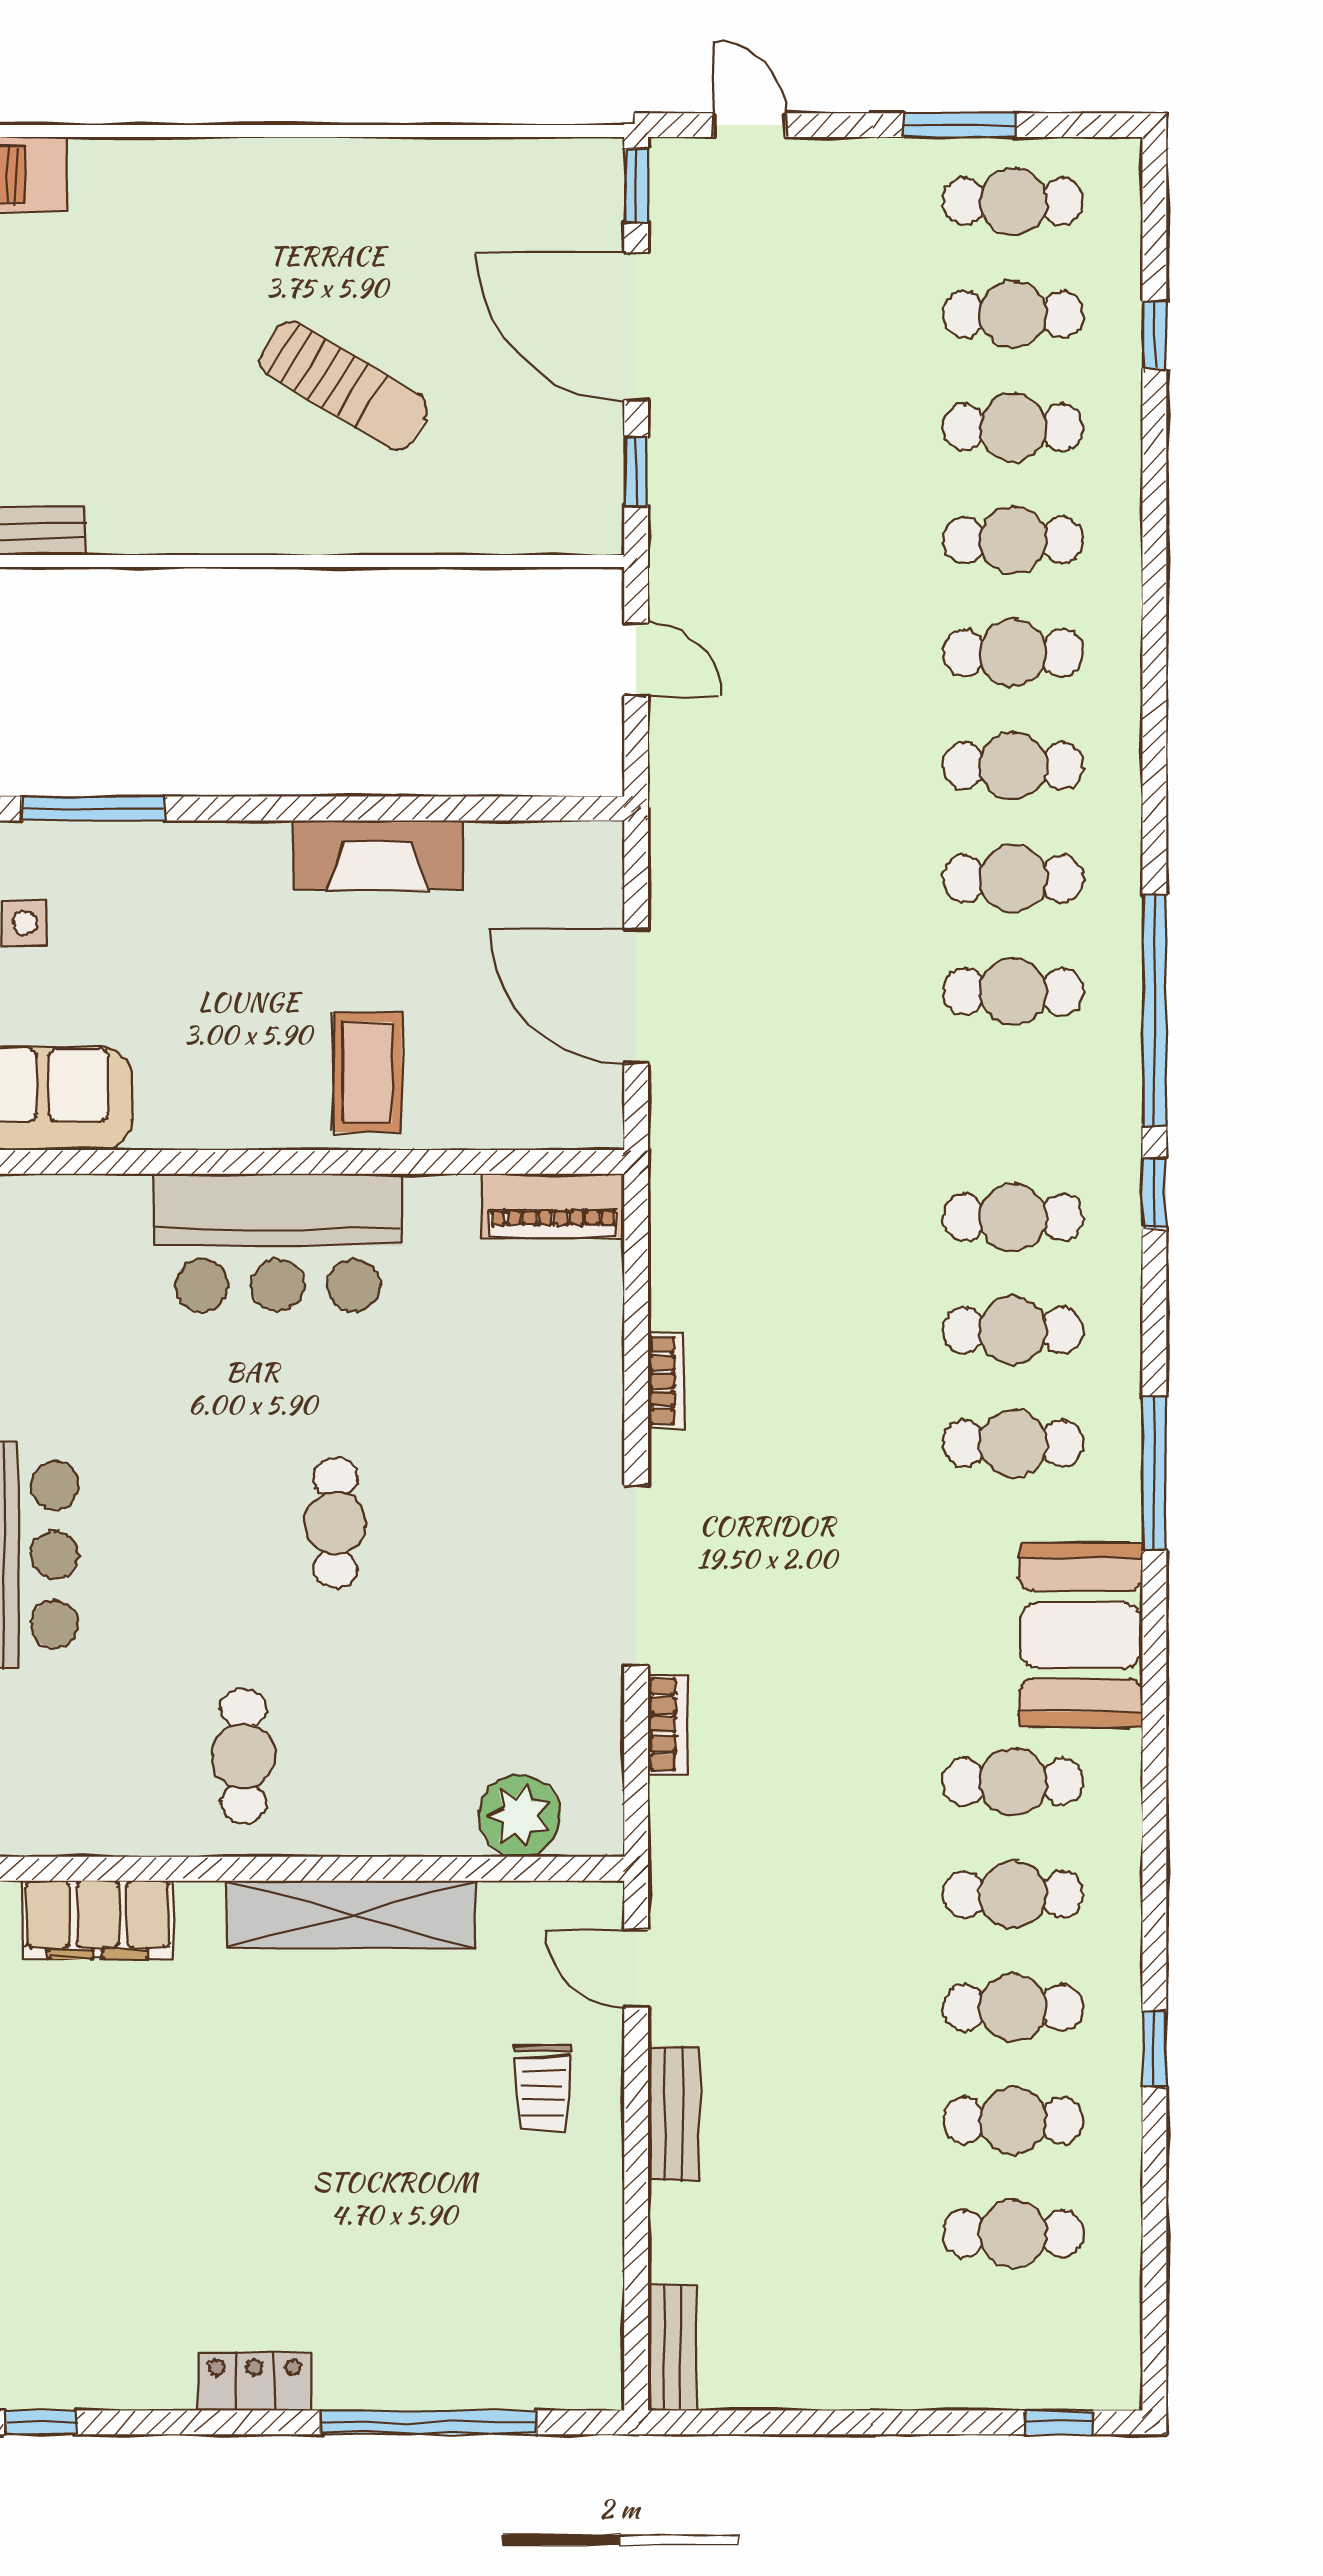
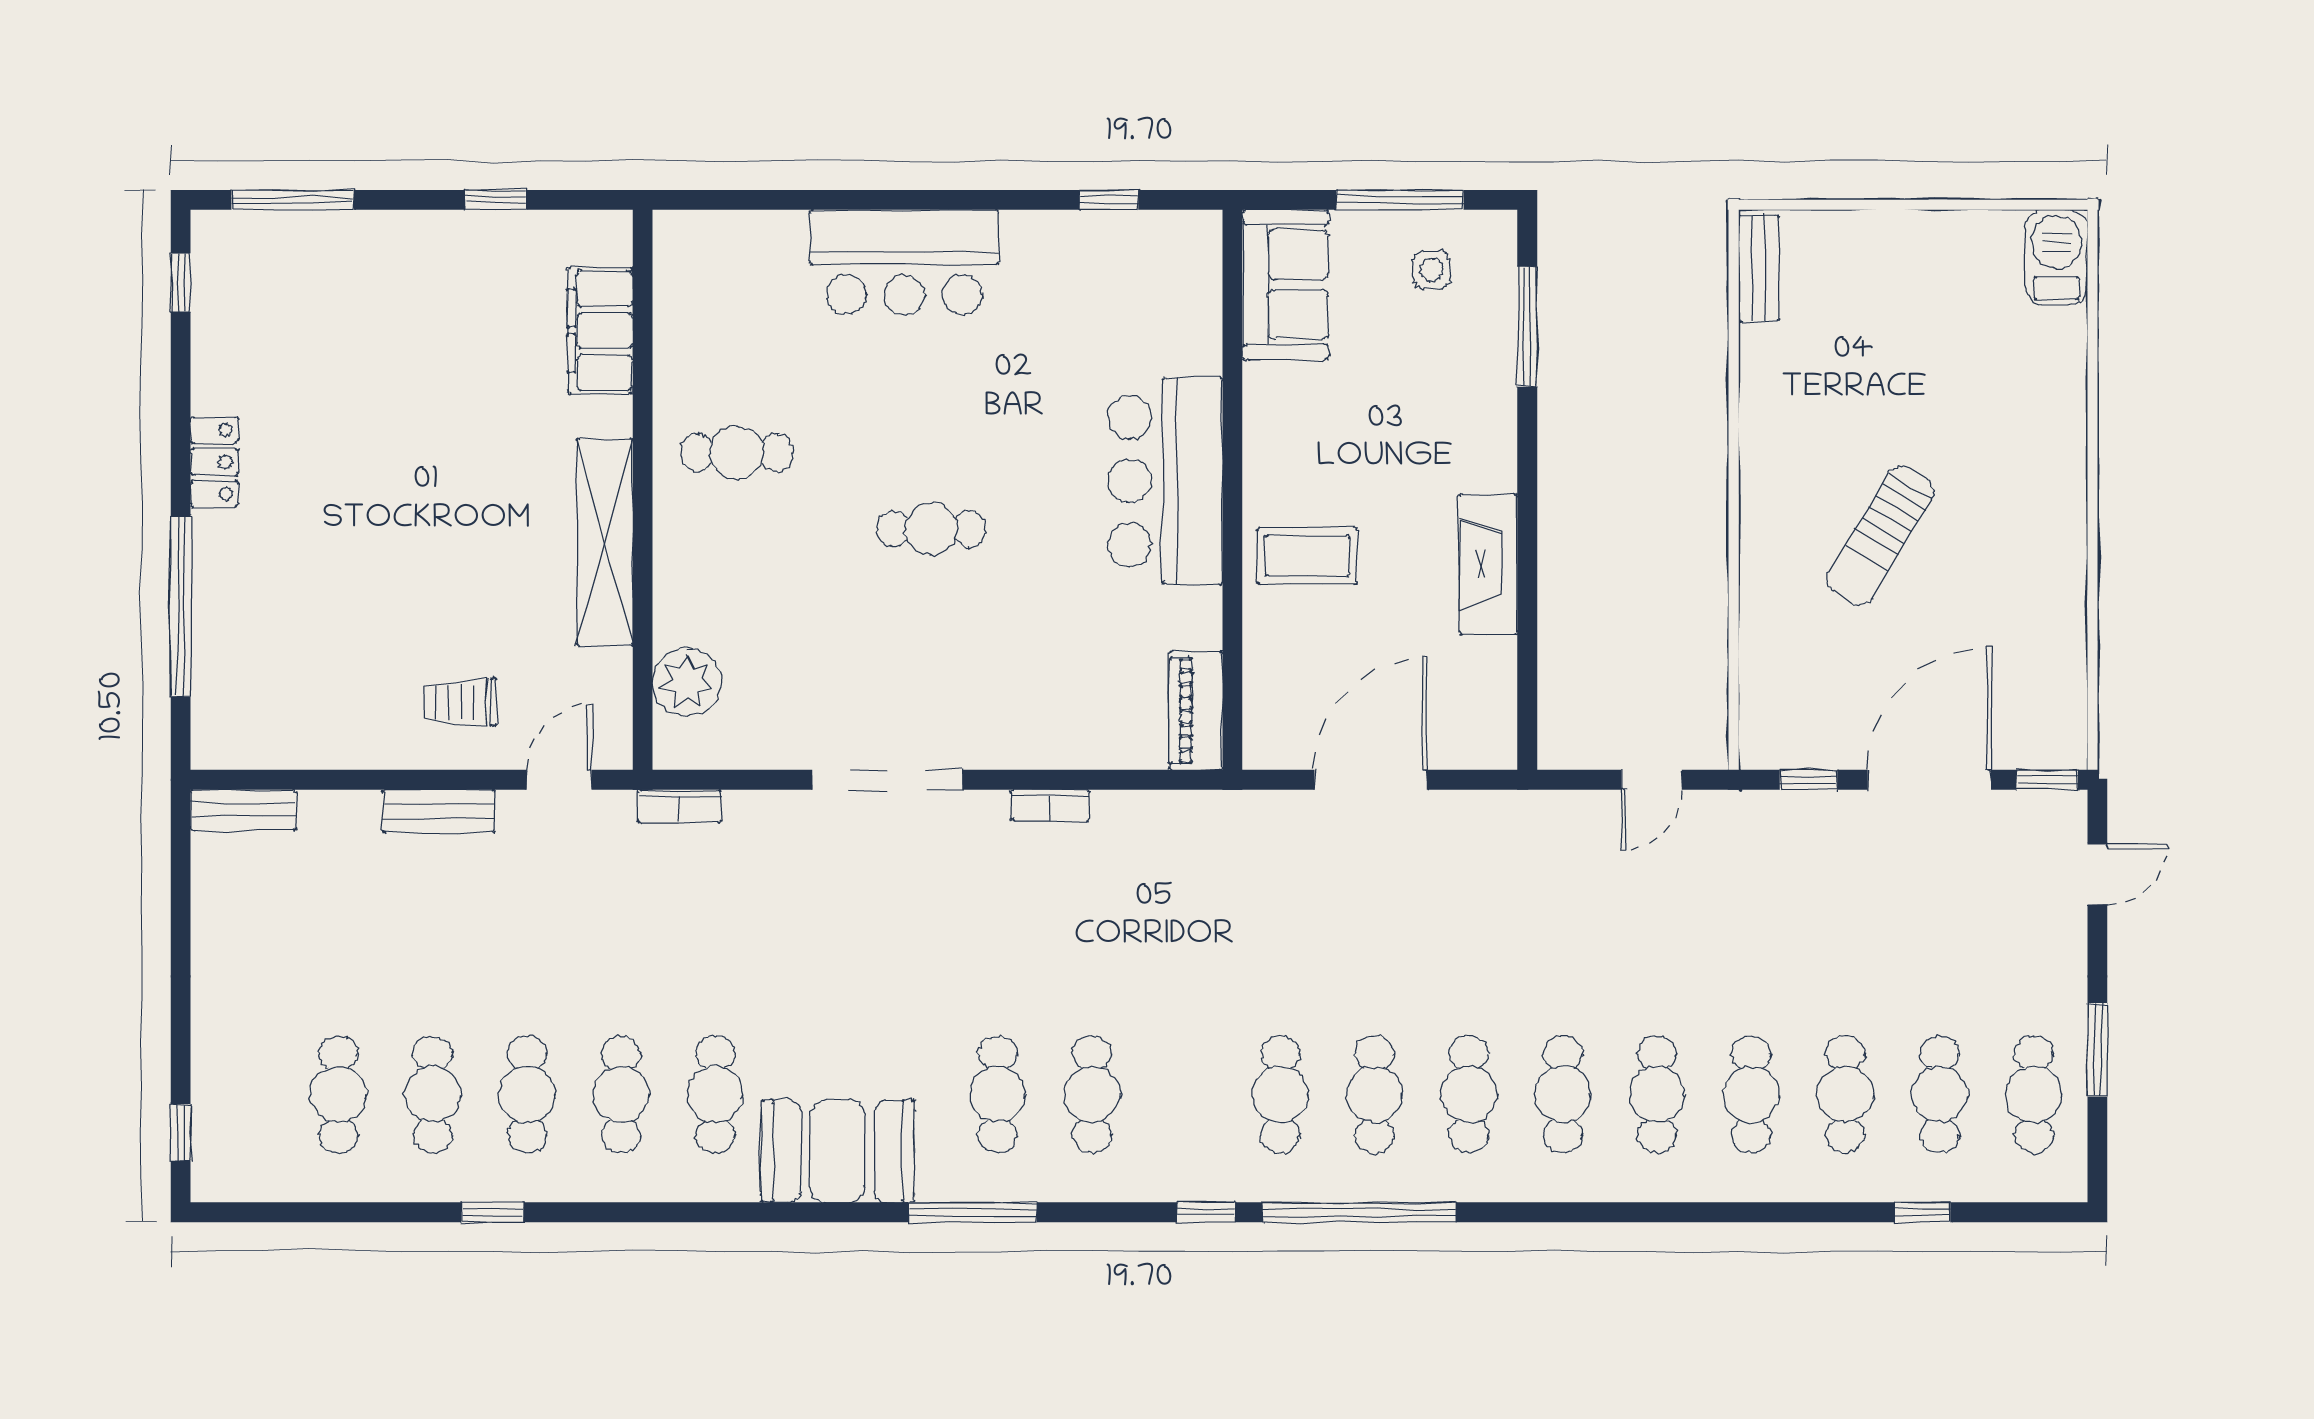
cafe table: (1013, 1217) -> (1280, 1094), moved
bookcase: (668, 1724) -> (679, 806), moved

